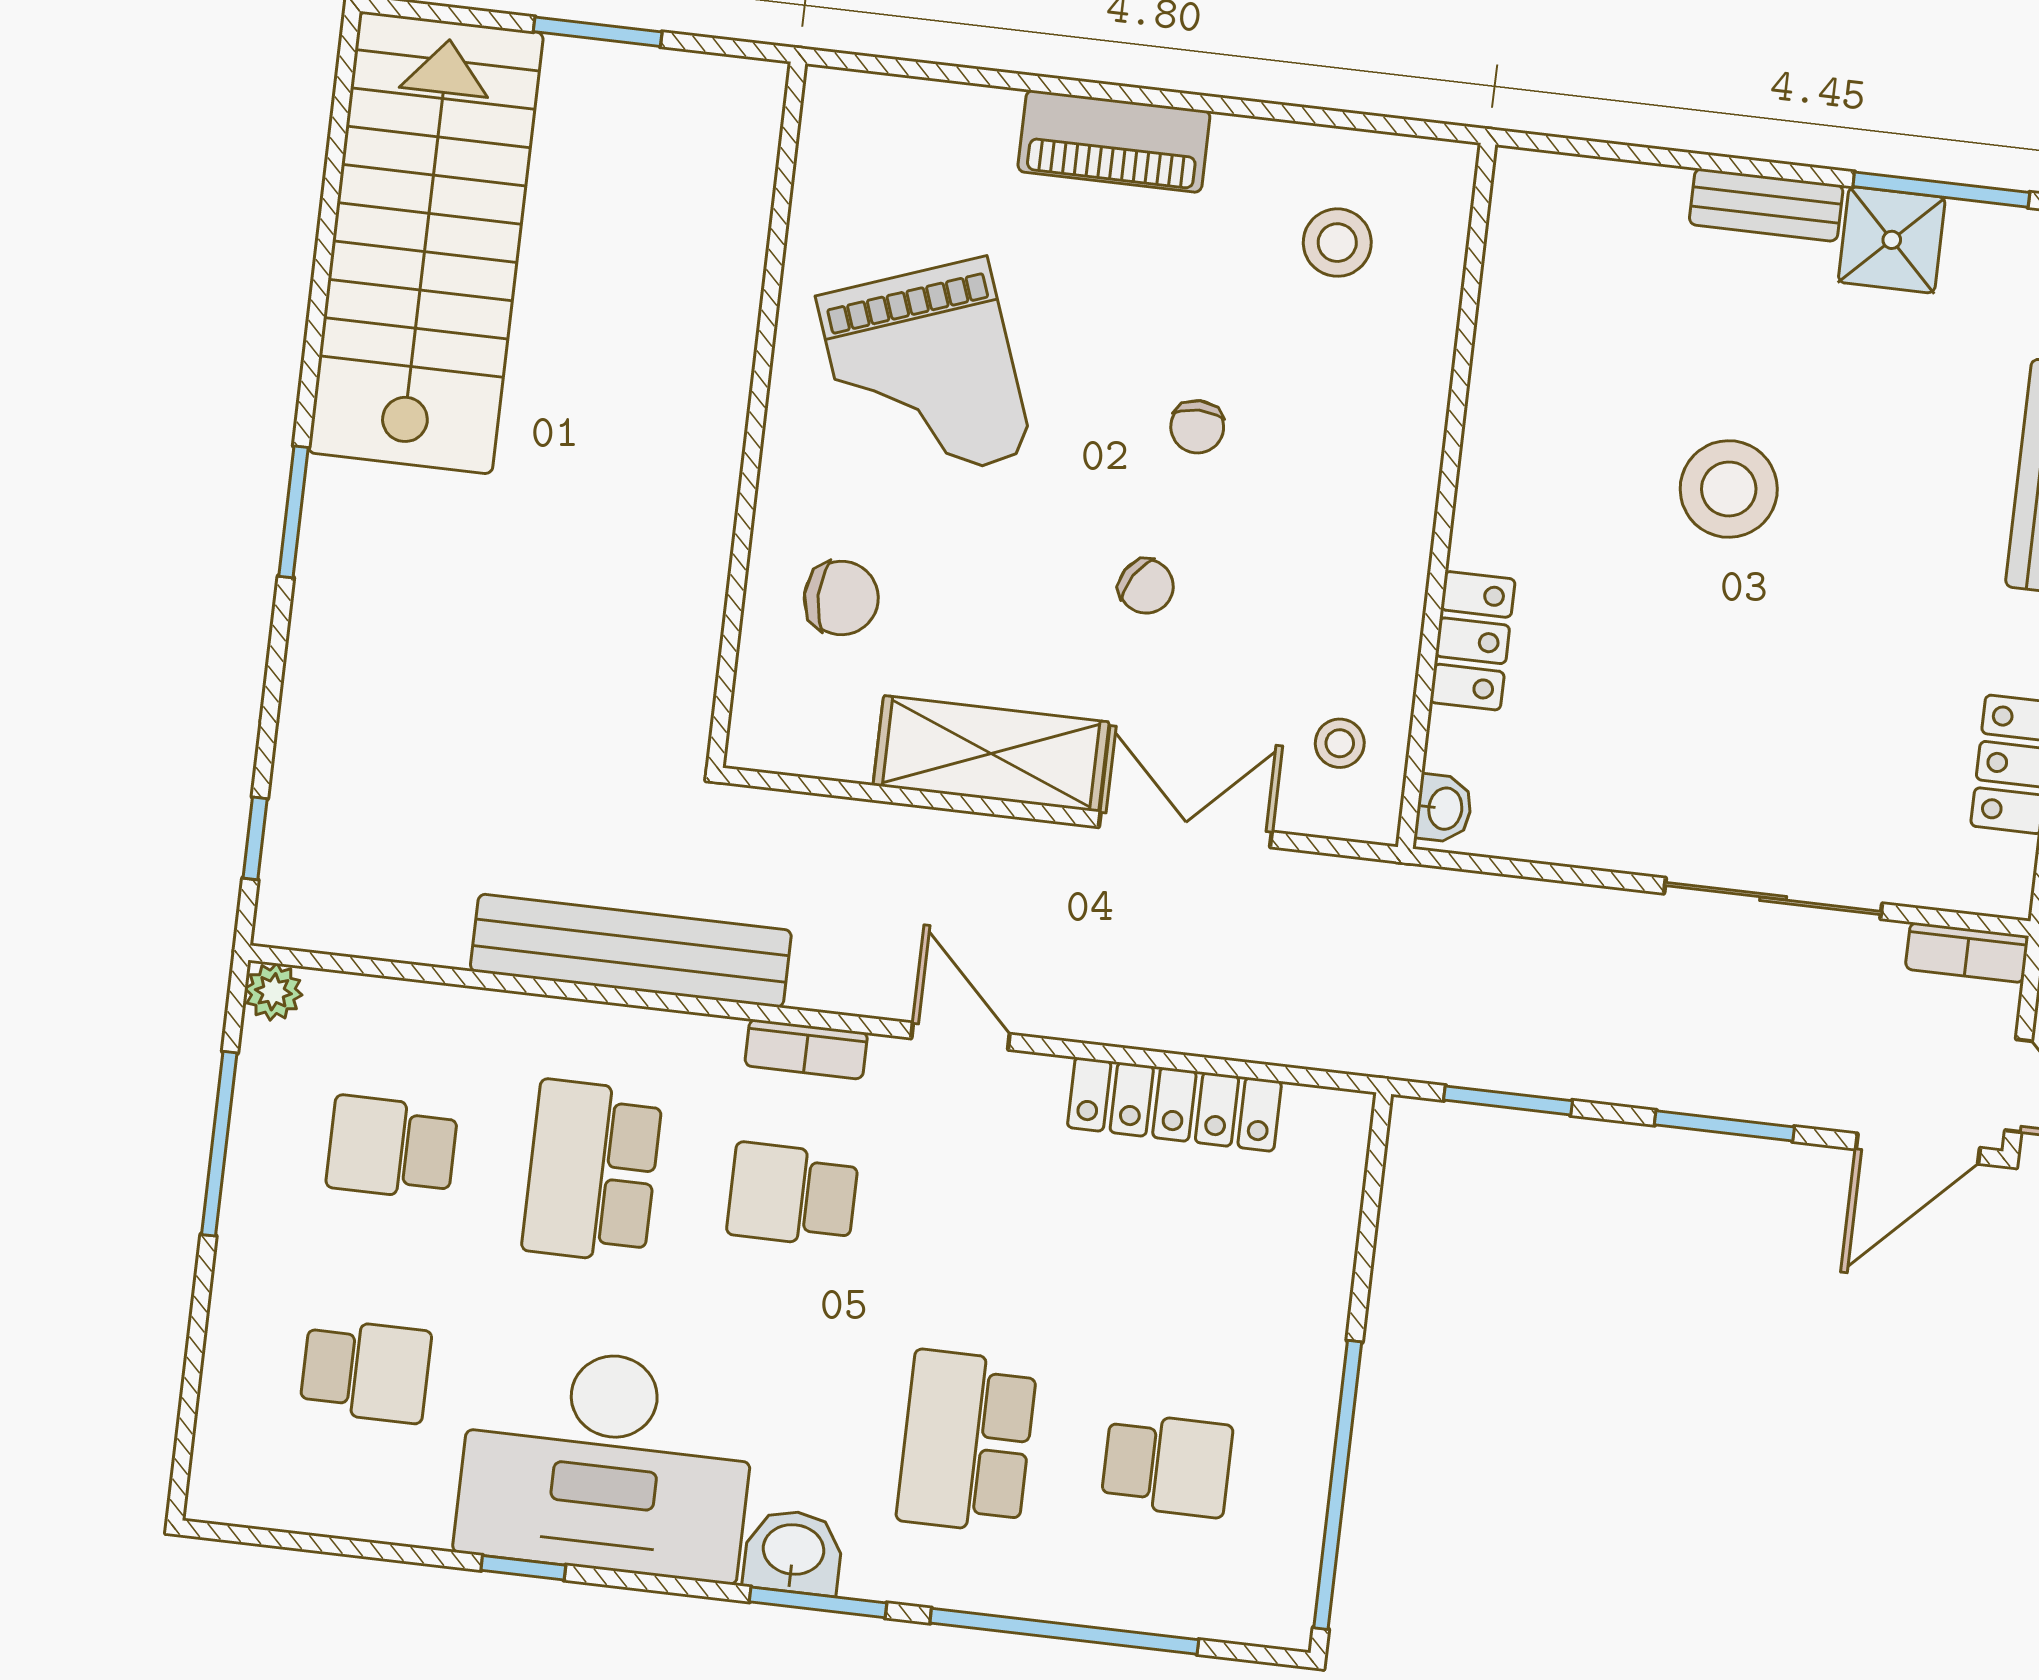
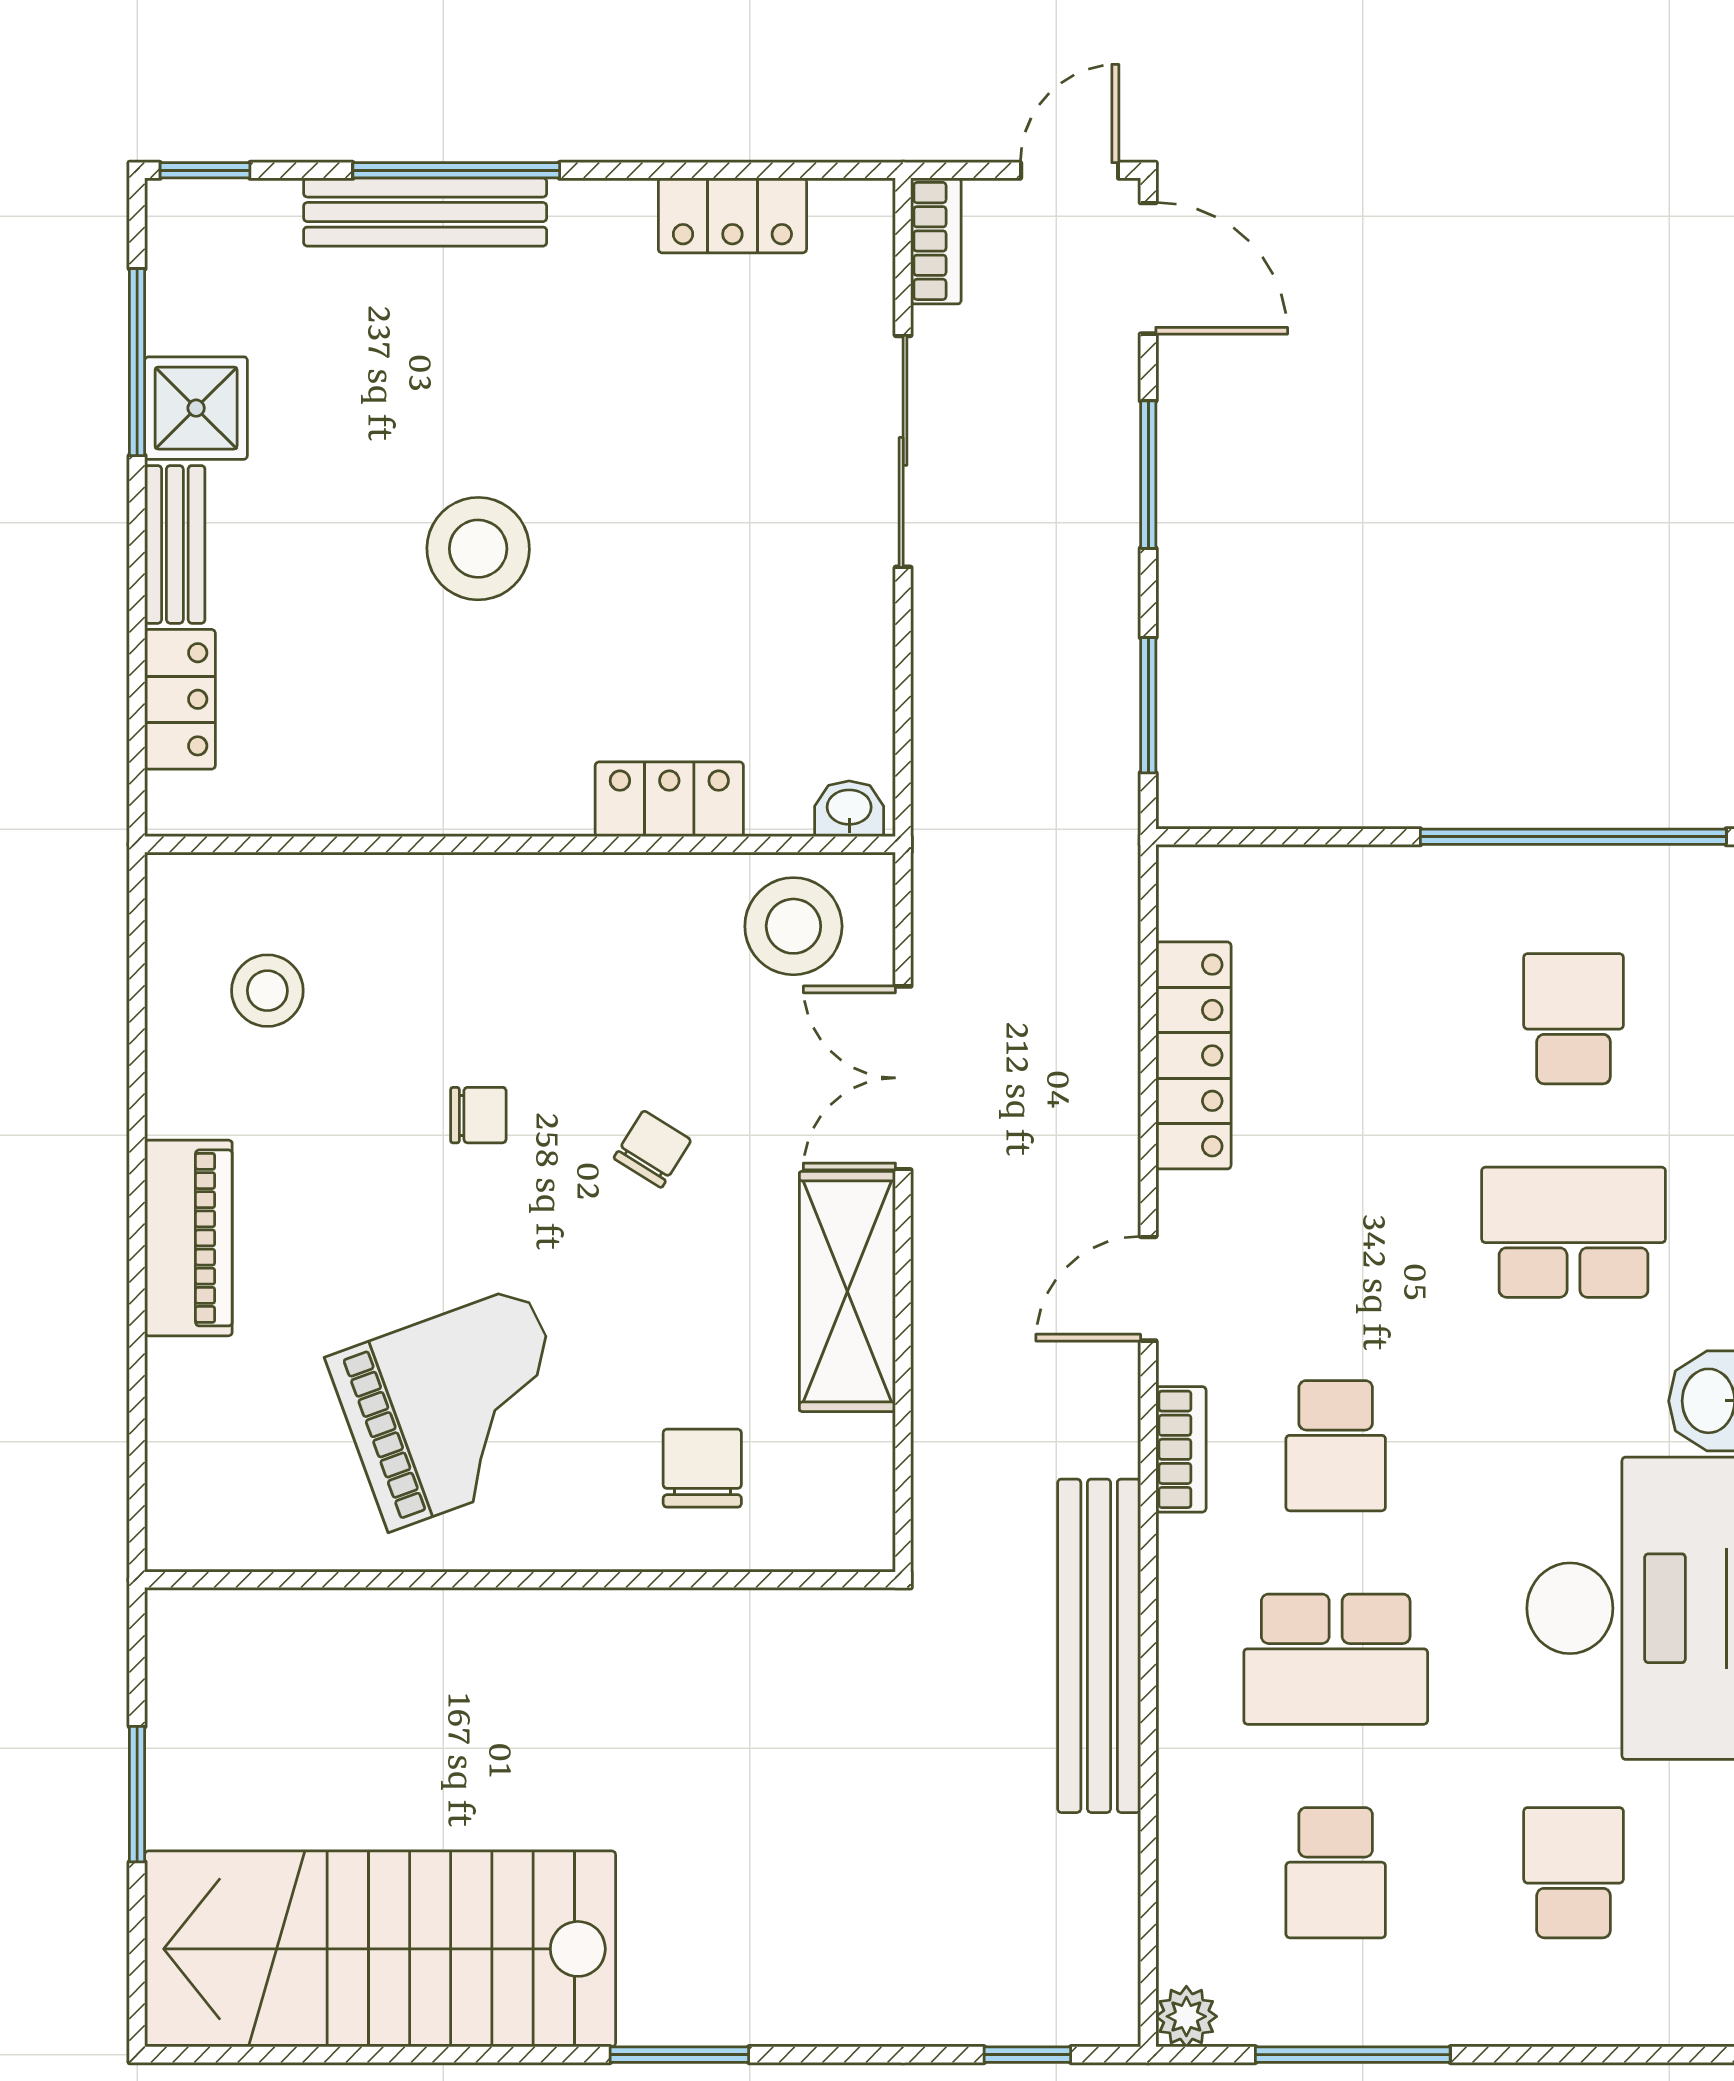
locker: (1620, 193) -> (180, 699), added
stool: (1340, 743) -> (793, 926), width x1.89, depth x1.89
school desk: (967, 1441) -> (1574, 1232), turned 180

